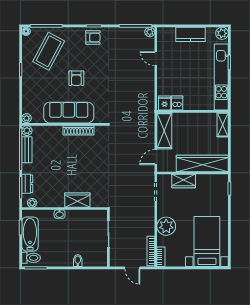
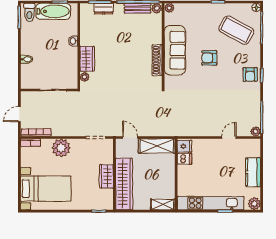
wardrobe: (184, 181) -> (106, 176), moved
plant: (32, 203) -> (84, 77), moved

